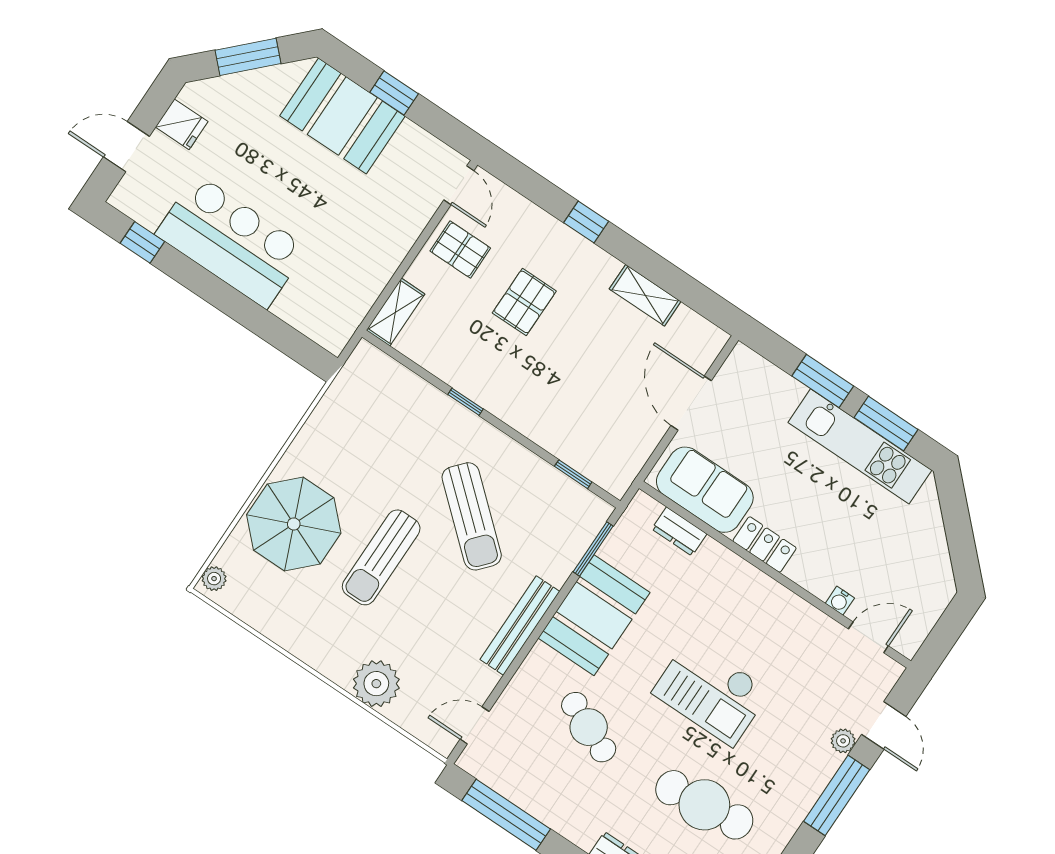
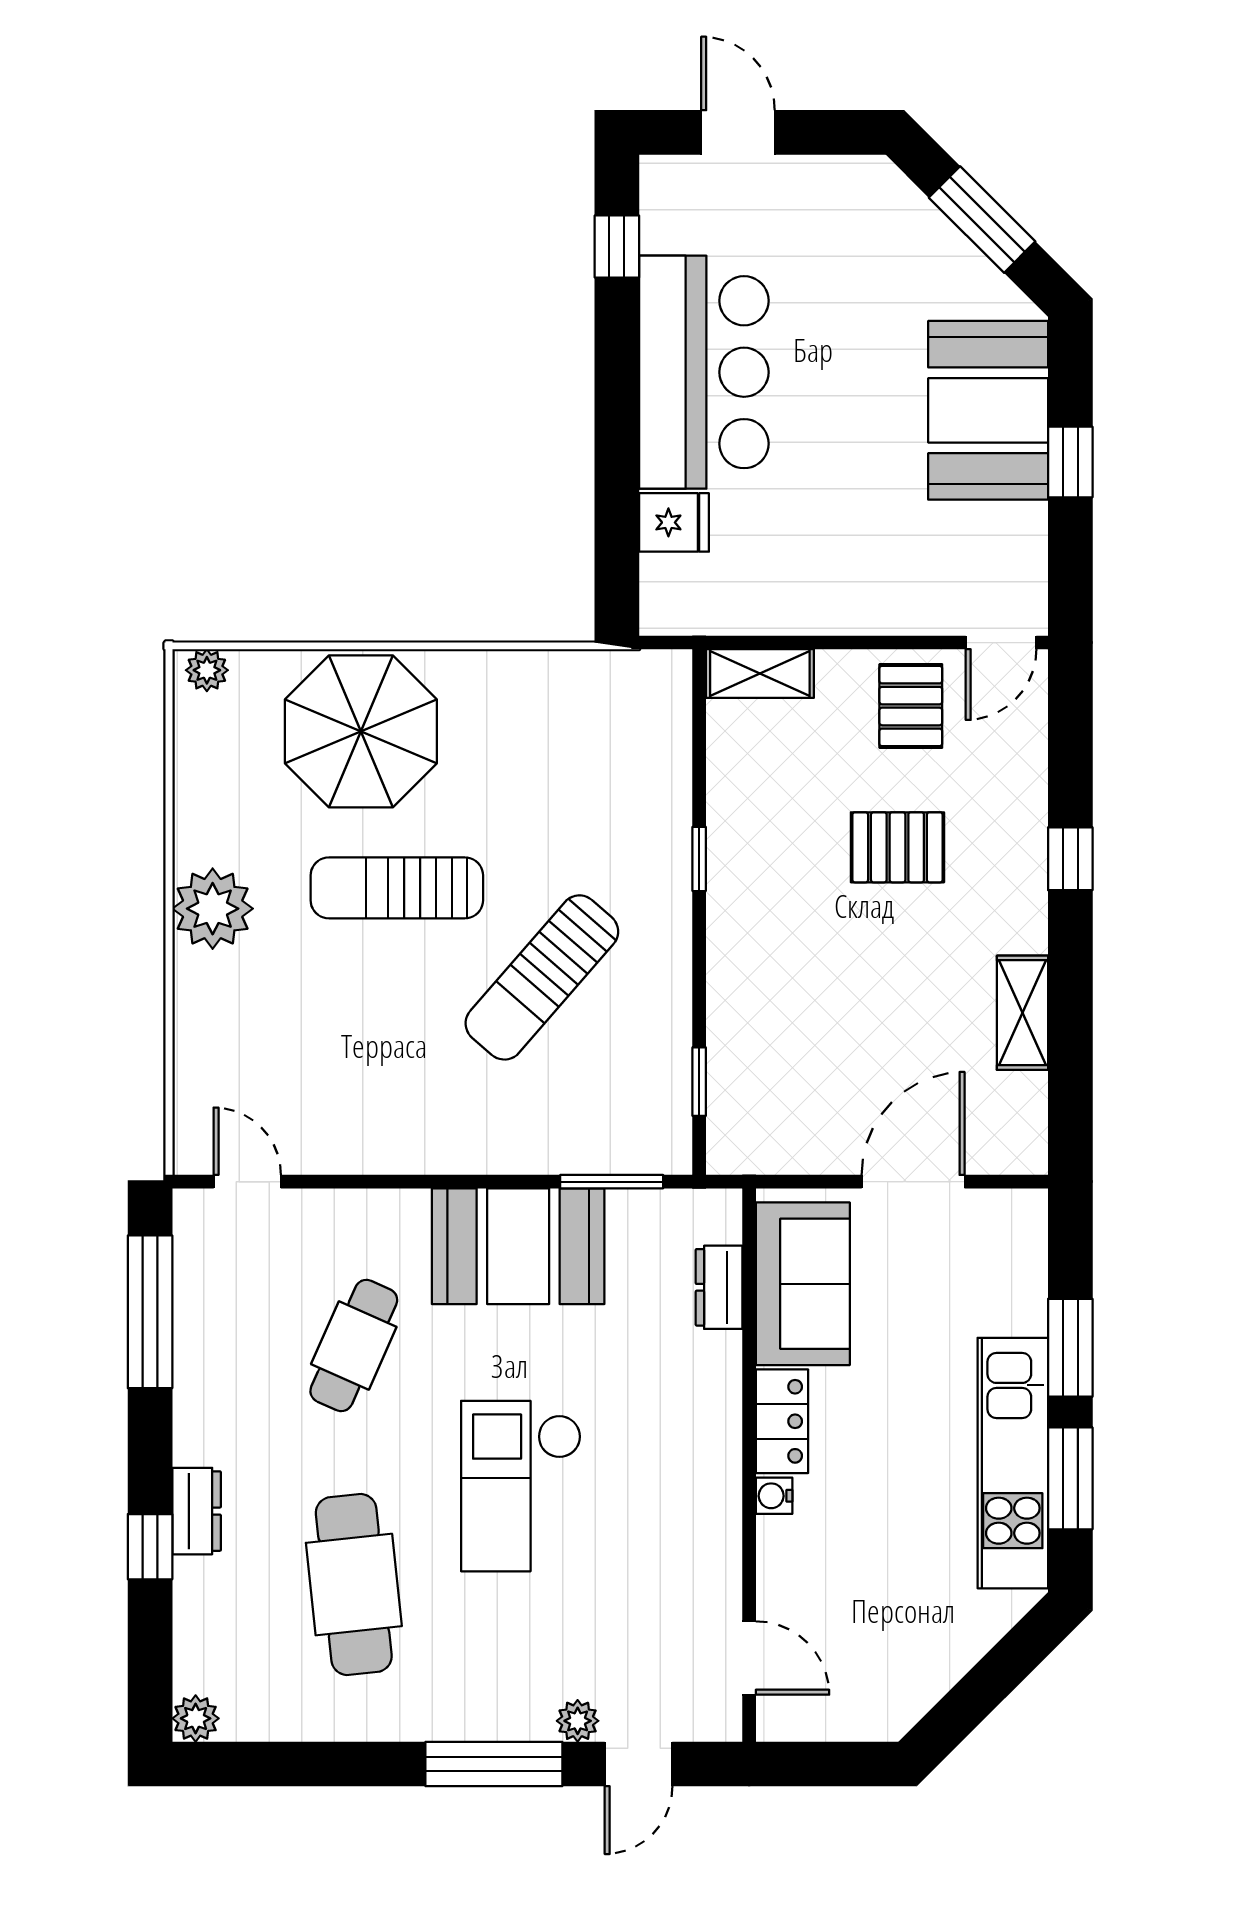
fridge: (182, 124) -> (674, 522), moved, turned -90
water cooler: (840, 601) -> (774, 1496), moved
bench: (520, 626) -> (433, 1151), removed
plant: (376, 684) -> (213, 909), moved

